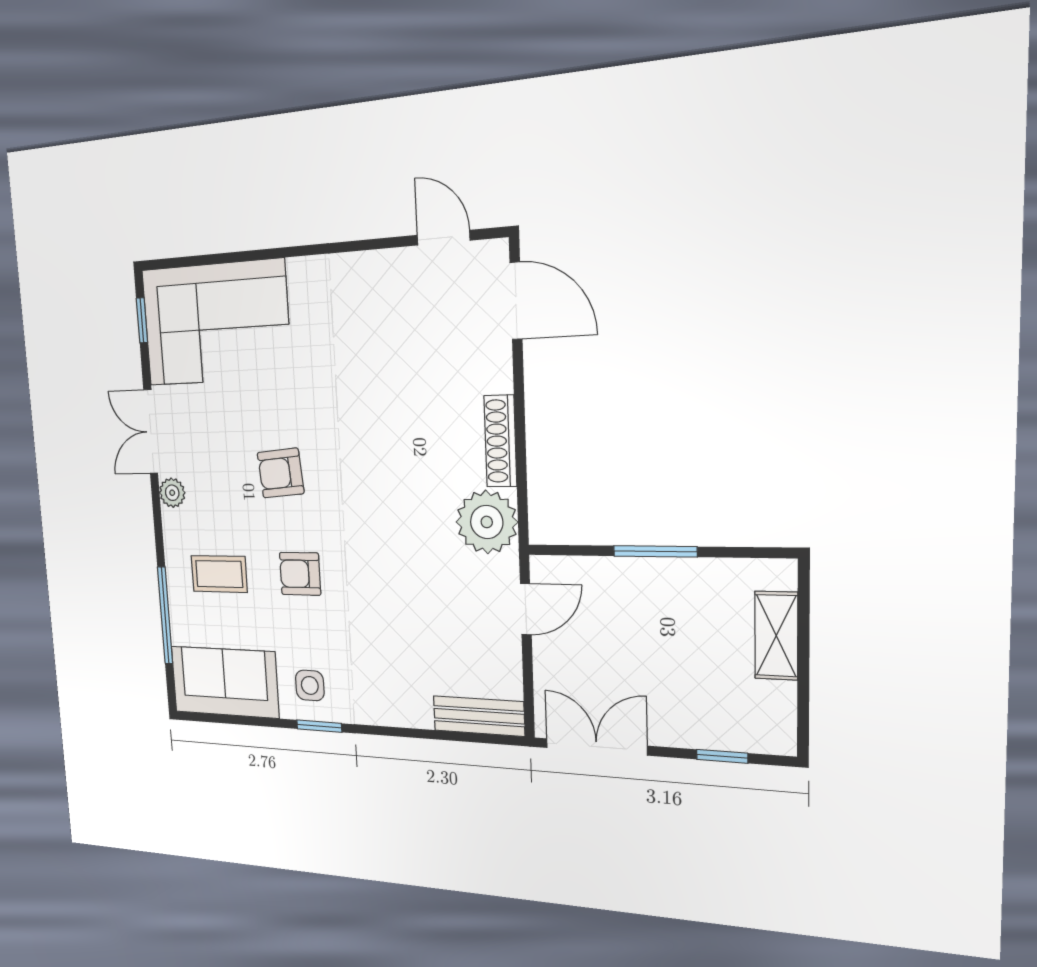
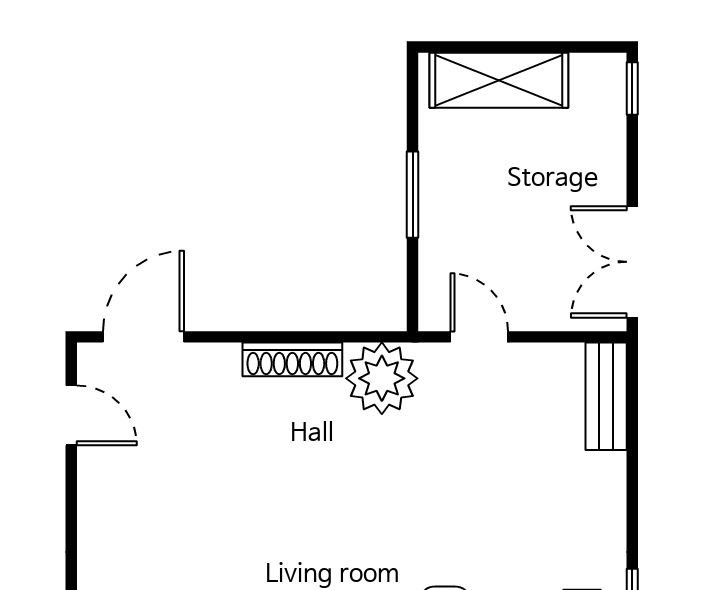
door: (443, 238) -> (71, 415), swing flipped
shelving: (776, 636) -> (499, 80), width x1.50, depth x1.33
window: (722, 756) -> (632, 88), moved

